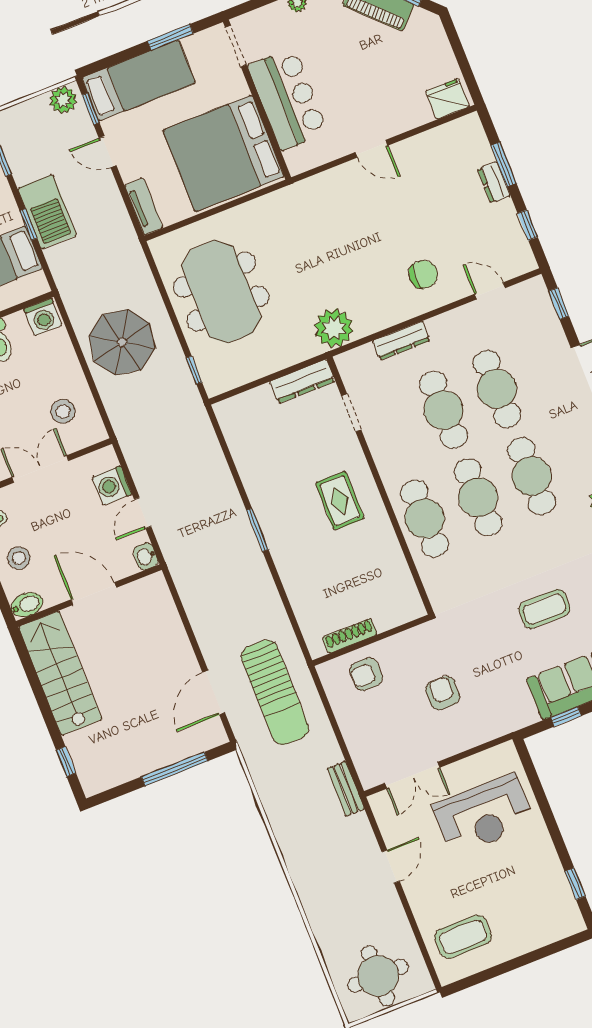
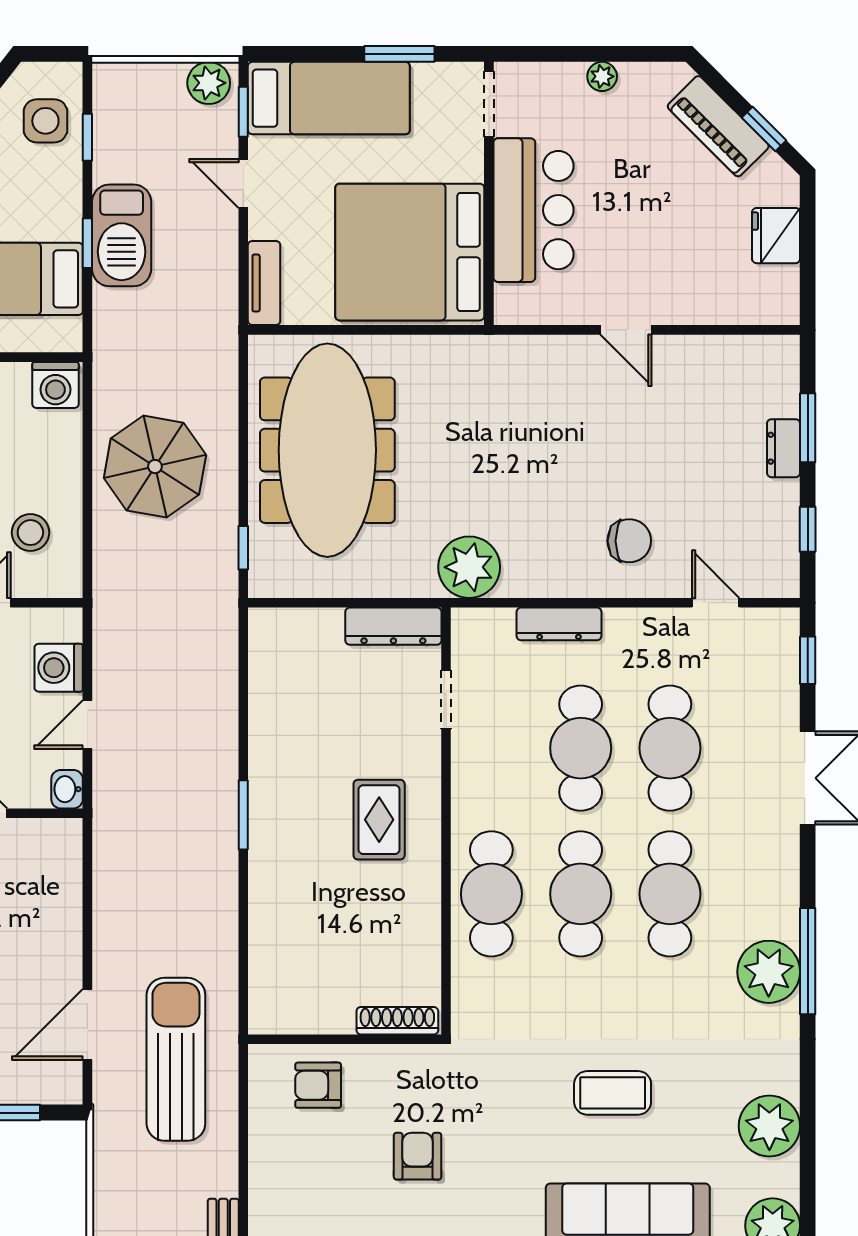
fridge: (447, 99) -> (776, 236), moved, turned -90
meeting table: (221, 292) -> (327, 450), width x1.36
shoe rack: (350, 636) -> (397, 1021), moved
sun lounger: (275, 692) -> (176, 1059), turned 180

